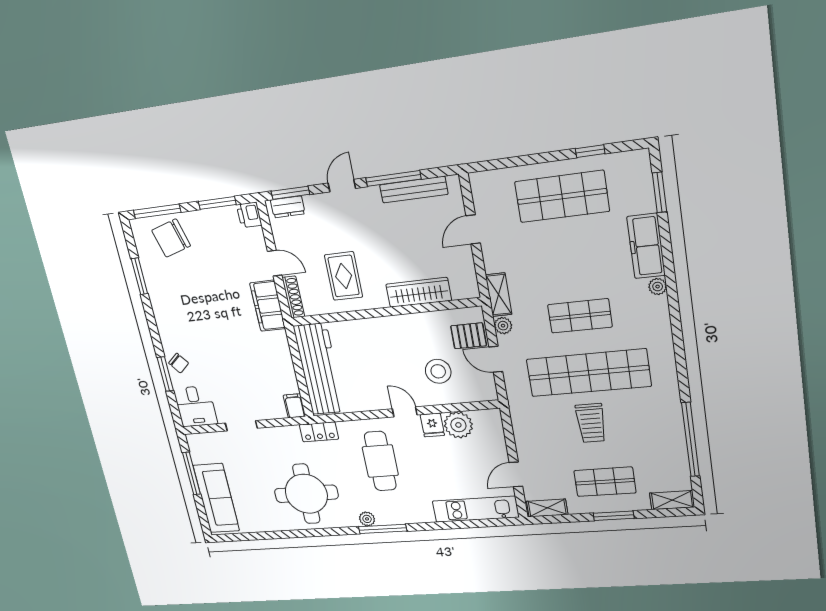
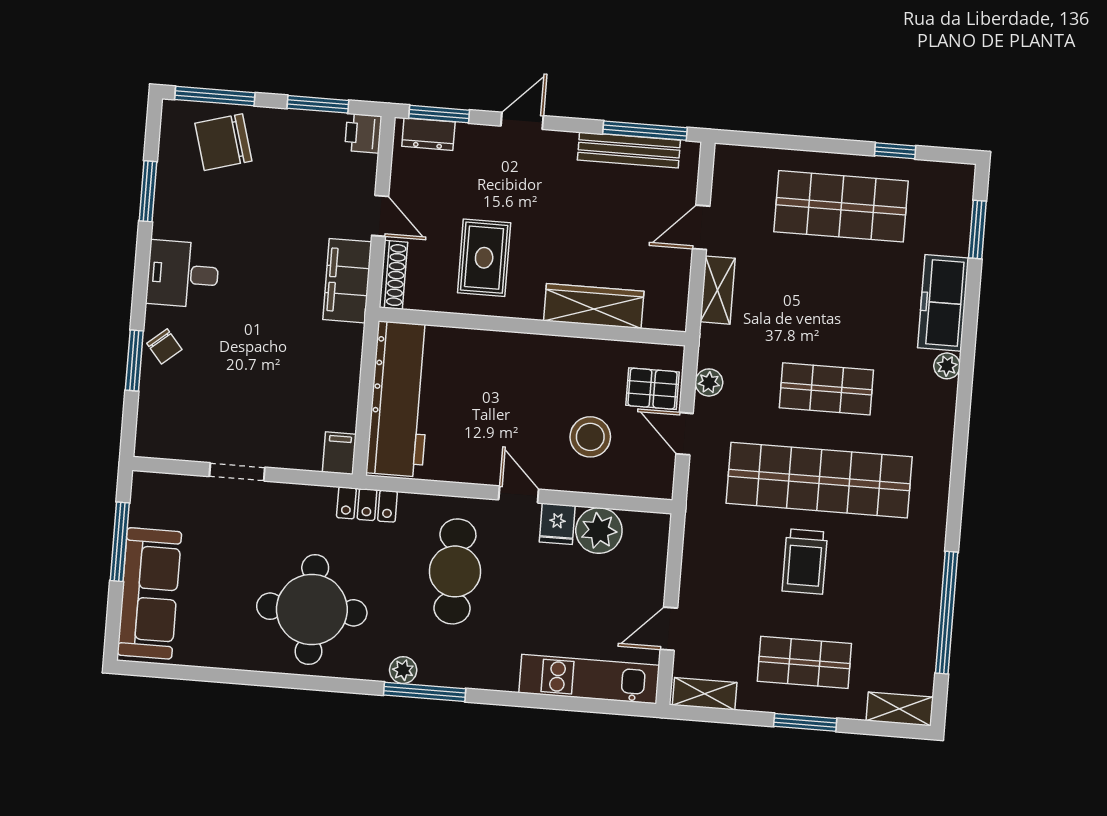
window: (393, 178) -> (645, 131), moved
shelving: (499, 295) -> (718, 290), moved
desk: (195, 406) -> (183, 274), moved, turned 90

